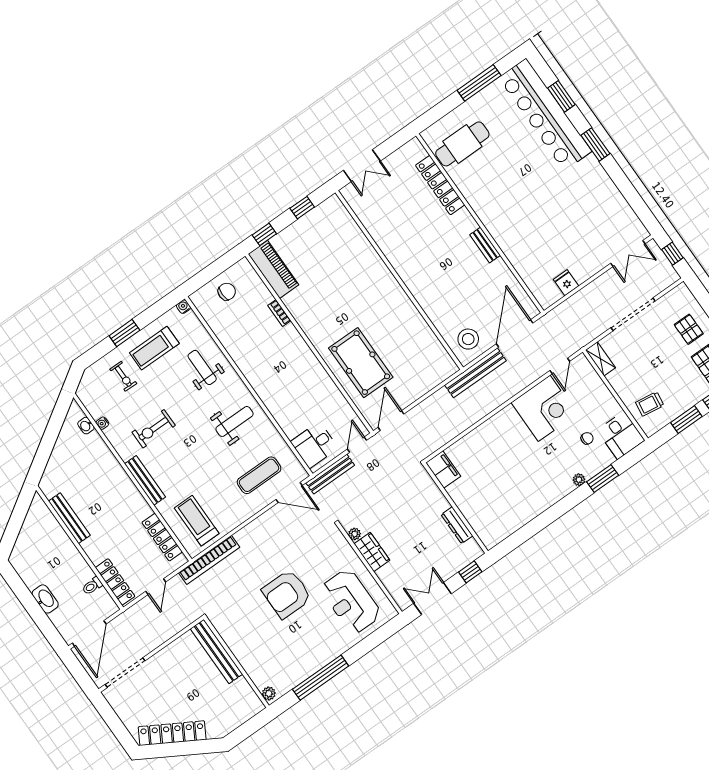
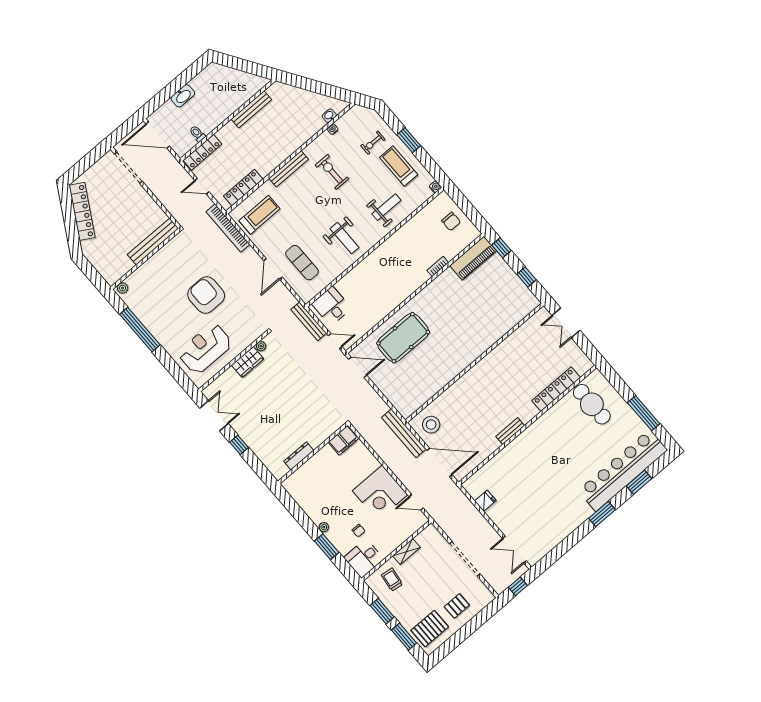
shelving: (601, 359) -> (406, 552), moved
filing cabinet: (443, 470) -> (344, 440), moved
door: (289, 492) -> (273, 269), moved
wall: (455, 508) -> (313, 453), moved
dresser: (457, 525) -> (299, 456), moved

